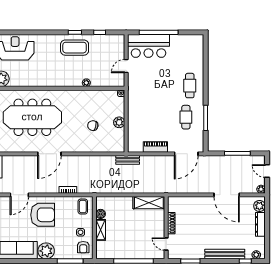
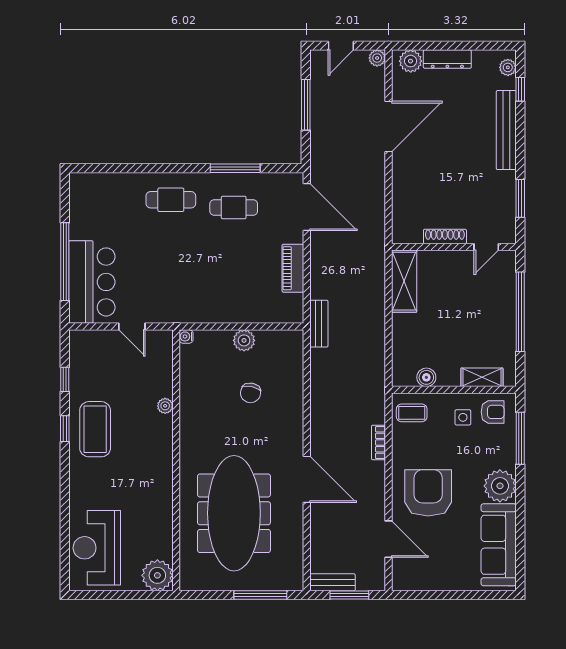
shelving: (101, 230) -> (482, 377), moved

